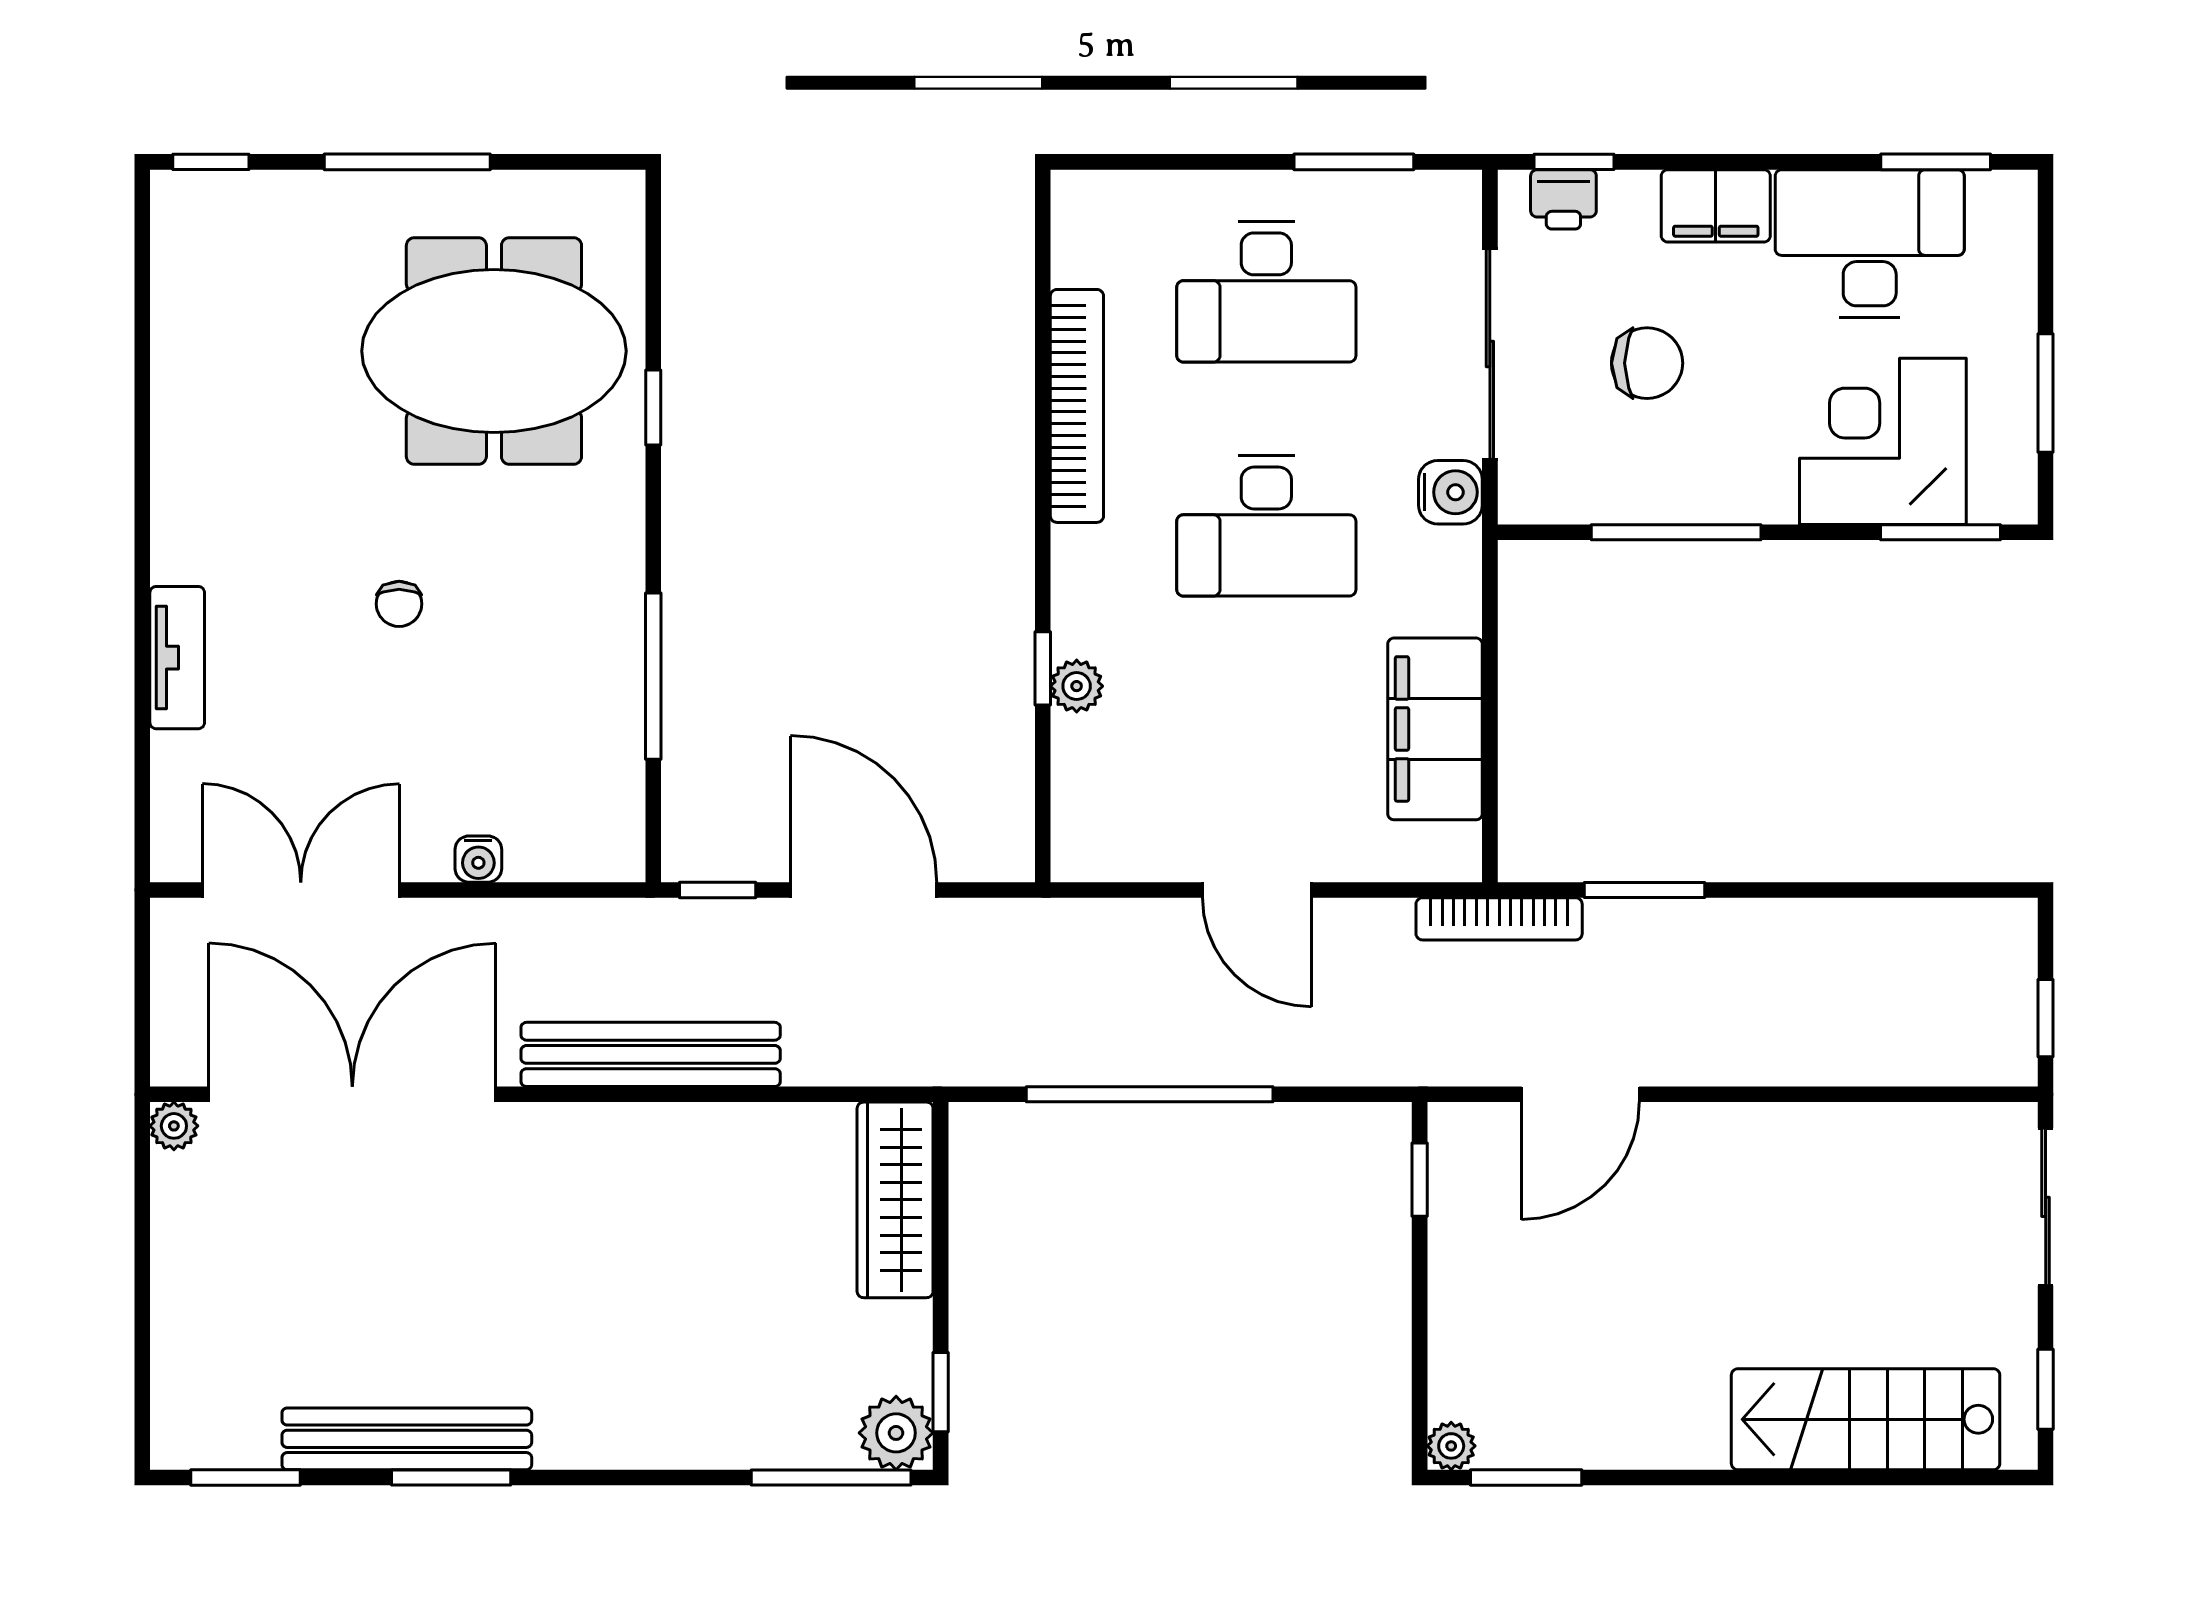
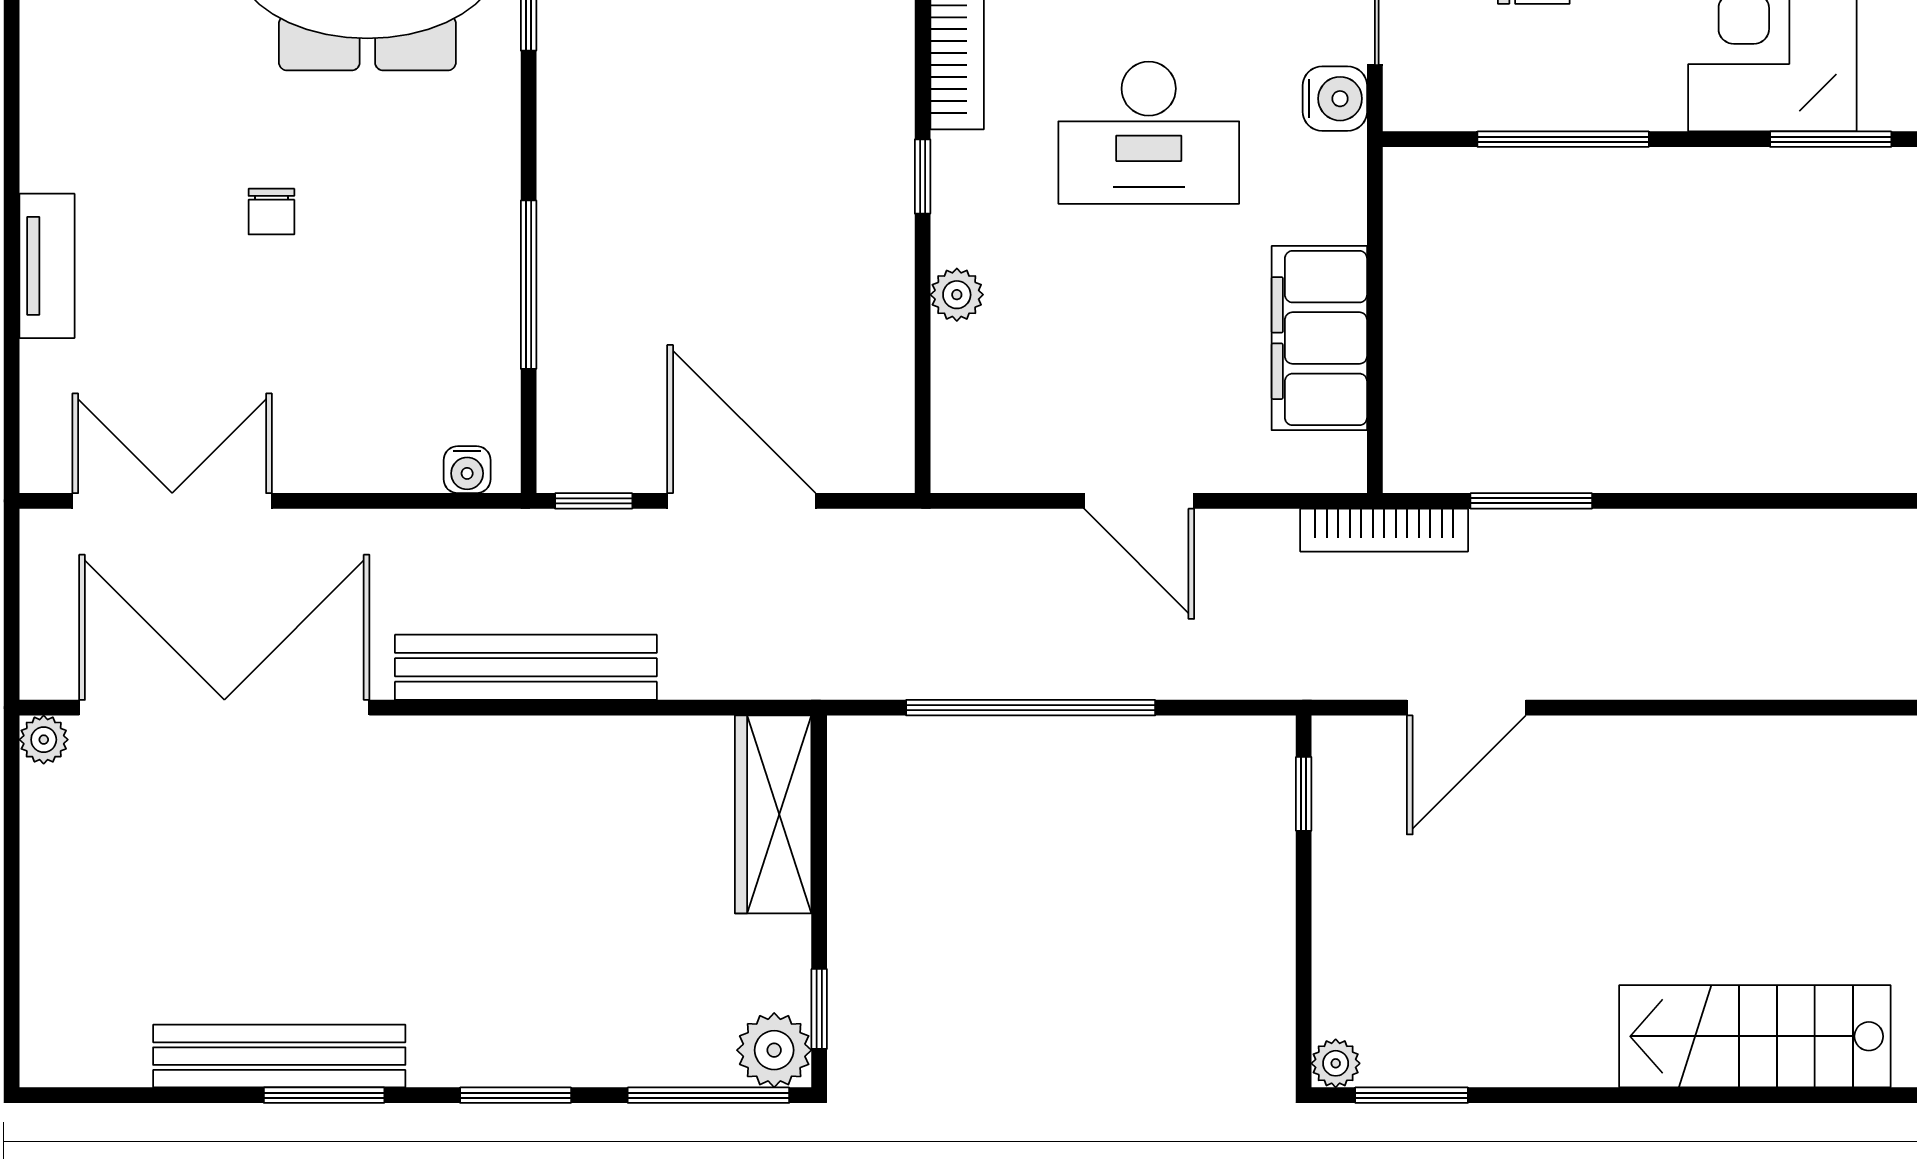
window: (1043, 668) -> (923, 177), moved
water cooler: (478, 859) -> (467, 470), moved
window: (246, 1478) -> (516, 1095), moved

